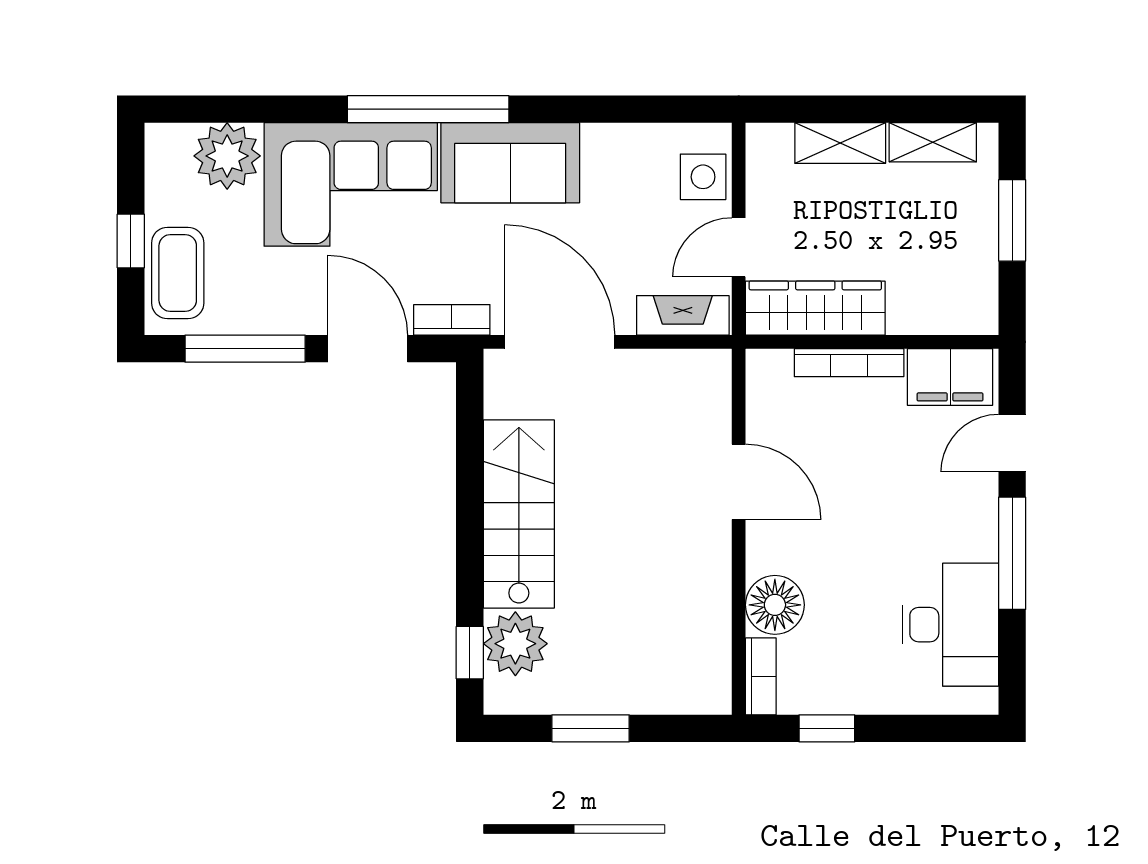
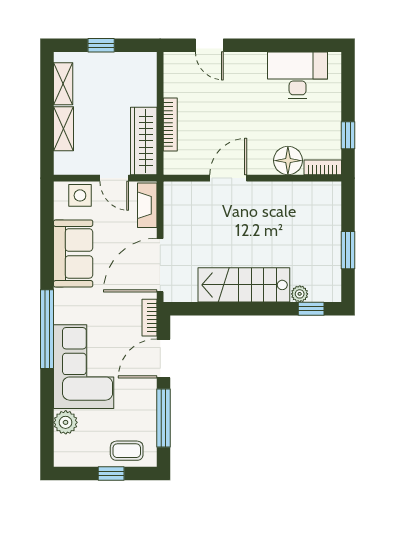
plant: (227, 156) -> (66, 422), width x0.73, depth x0.73
sofa: (510, 163) -> (73, 253), moved
window: (1012, 220) -> (101, 45), width x0.67
coffee table: (178, 273) -> (127, 451), width x0.73, depth x0.77
filing cabinet: (950, 377) -> (177, 75), removed
window: (1012, 553) -> (263, 45), removed
plant: (515, 644) -> (300, 294), width x0.53, depth x0.53

